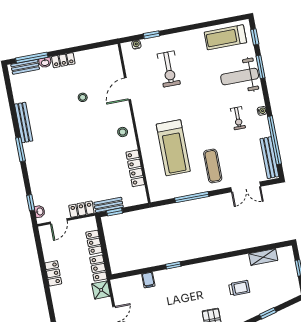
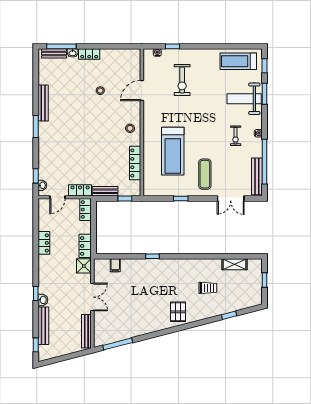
window: (192, 197) -> (181, 198), width x0.46
window: (114, 212) -> (125, 198), moved
locker: (94, 242) -> (86, 209), moved
filing cabinet: (148, 280) -> (115, 265), moved

